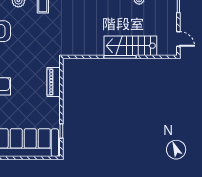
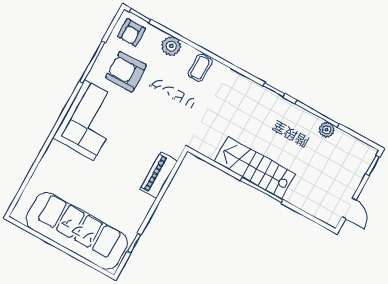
stairs: (130, 46) -> (255, 168), moved

